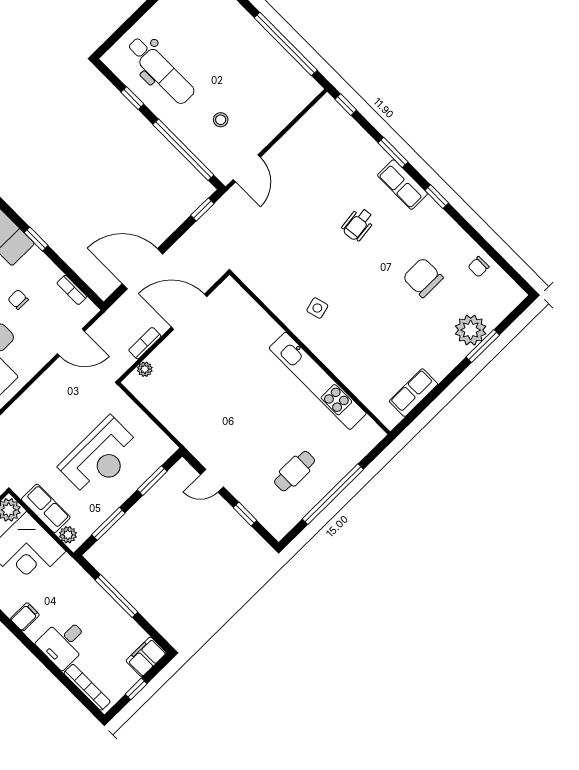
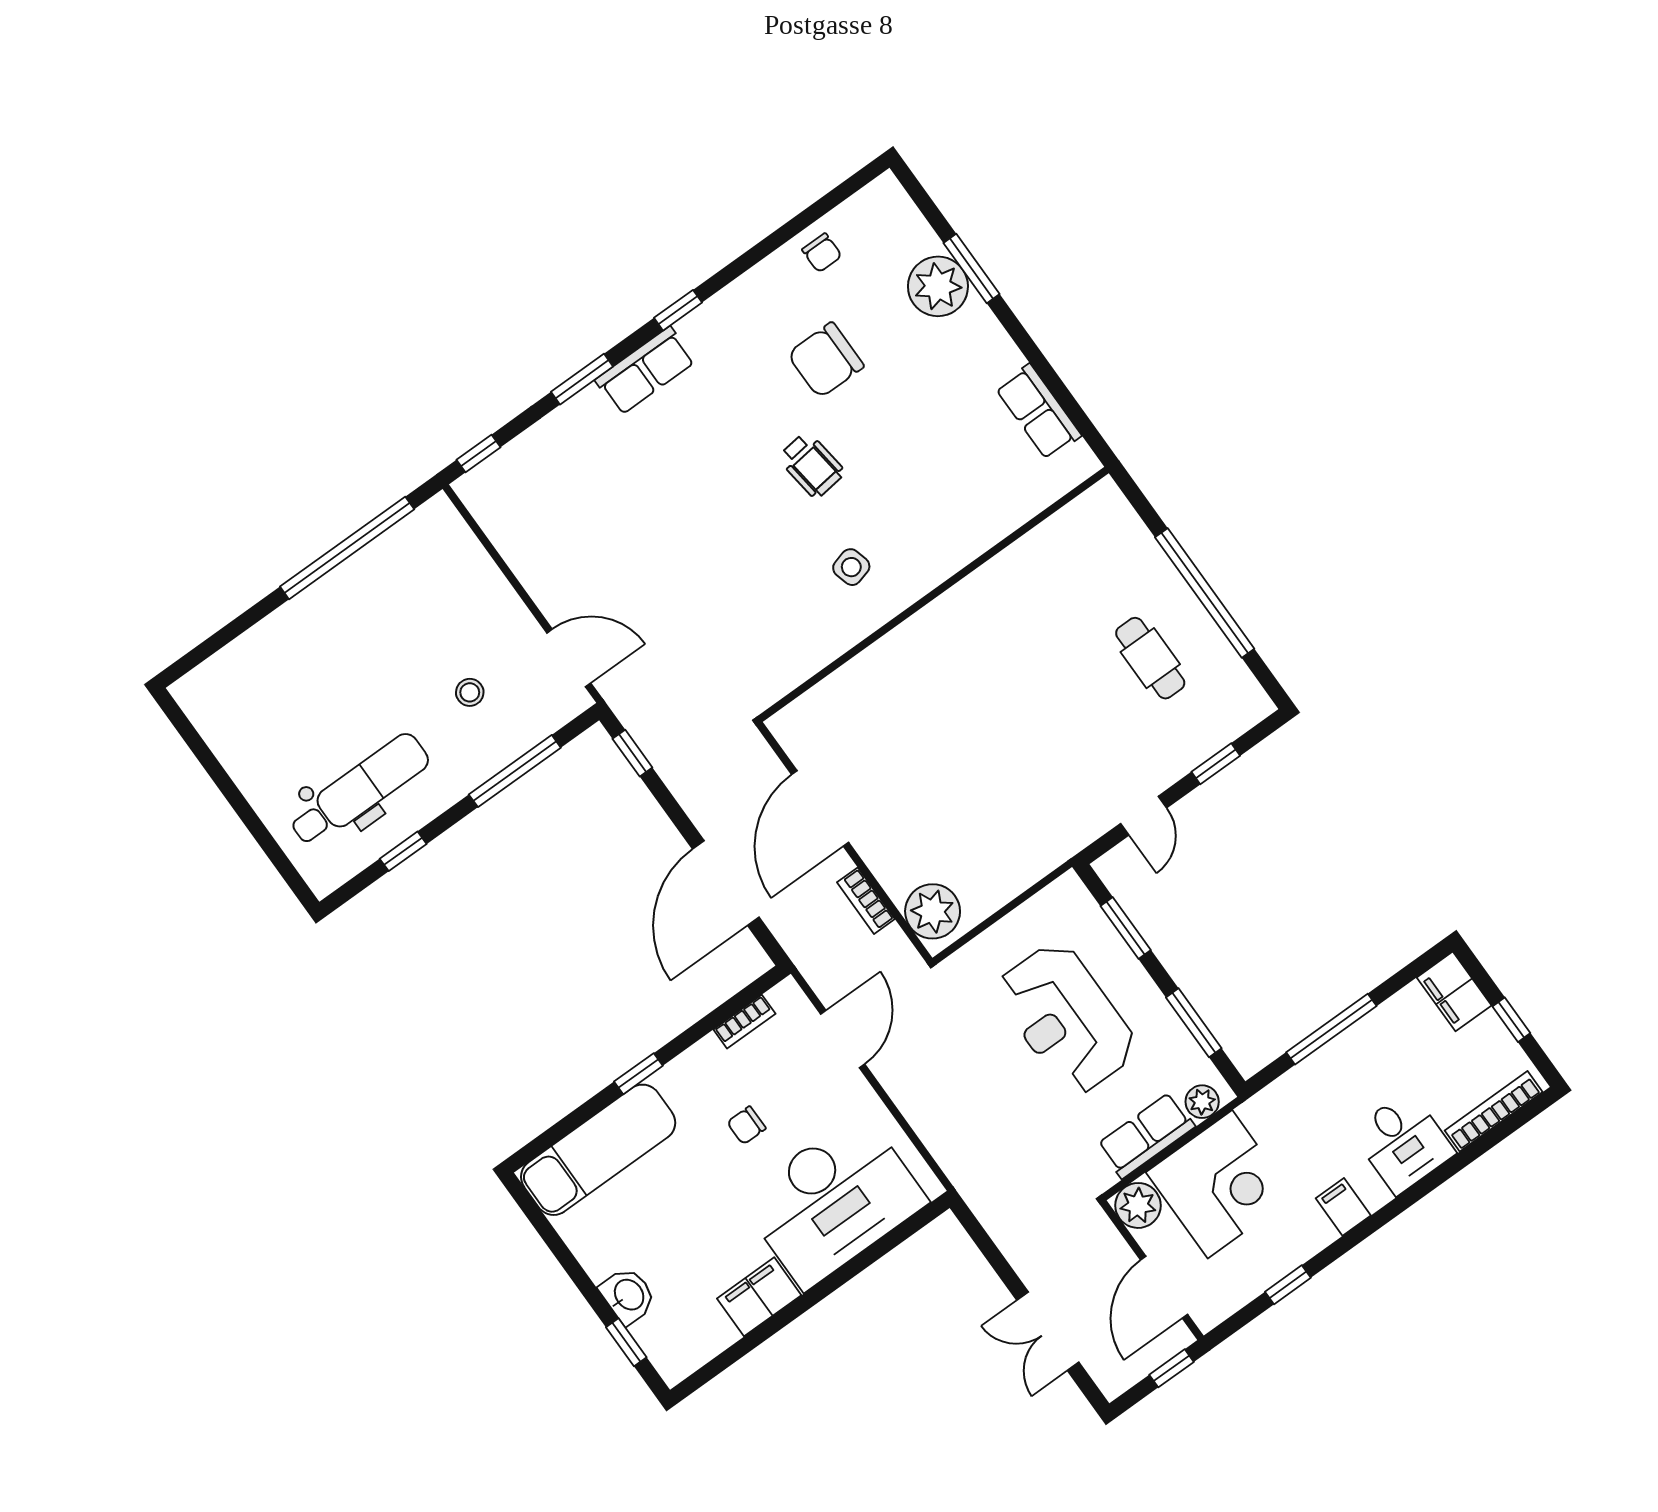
window: (183, 150) -> (515, 771), width x0.68
wheelchair: (358, 224) -> (811, 465), moved
plant: (145, 369) -> (933, 911), width x1.88, depth x1.88
kitchen unit: (318, 381) -> (988, 588), removed
reception desk: (100, 457) -> (1066, 1018), turned 180

